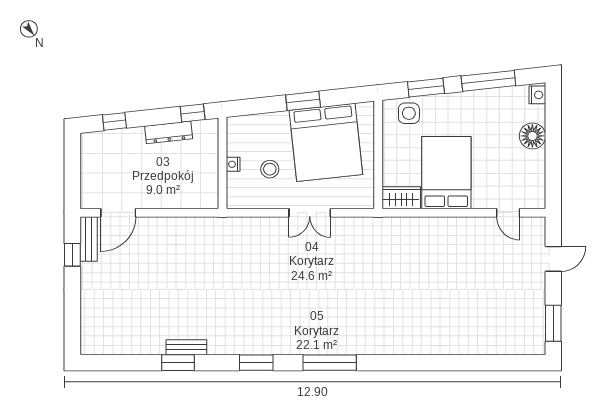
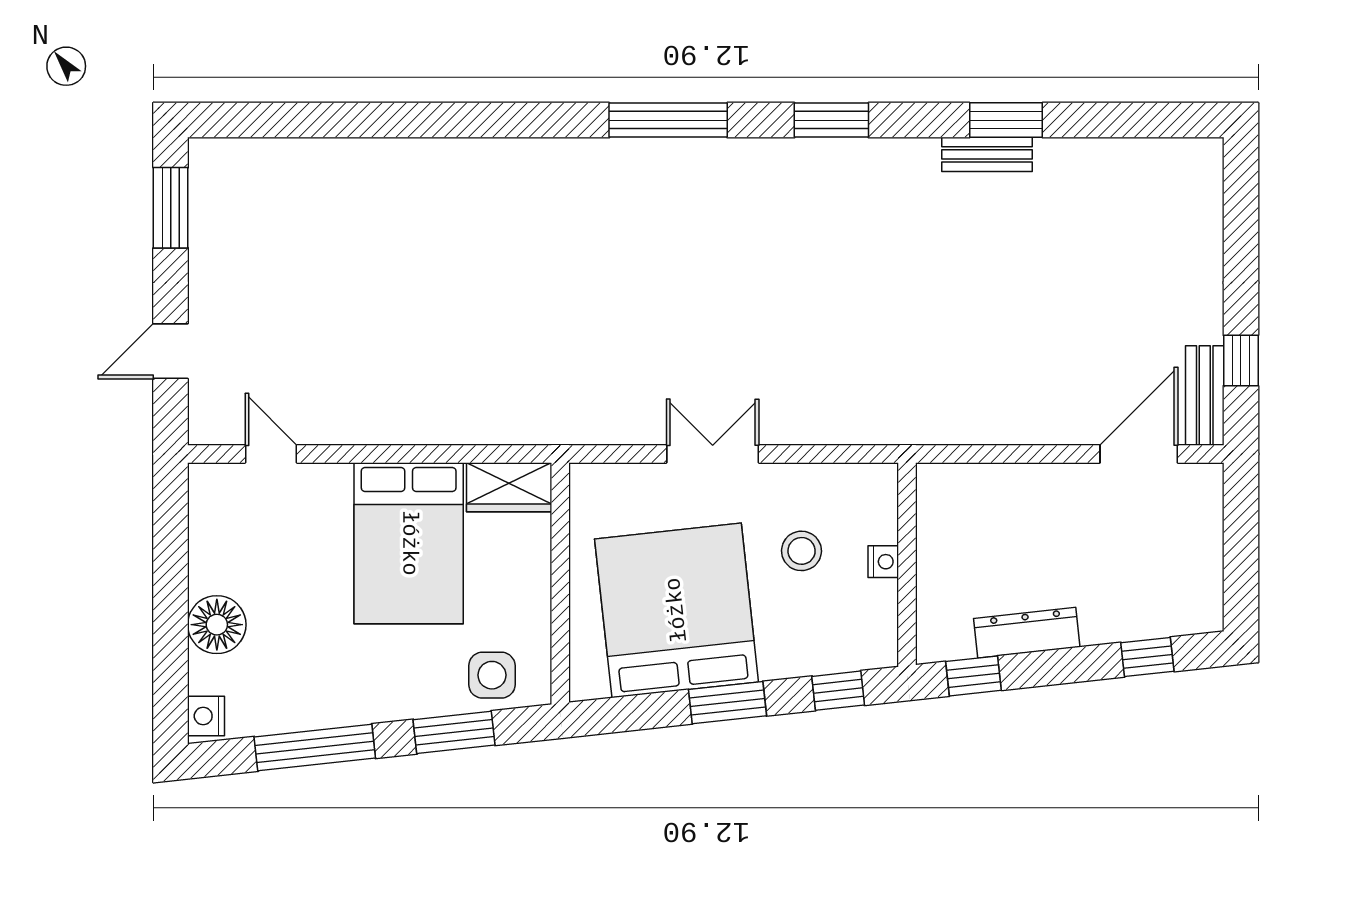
window: (253, 106) -> (838, 691), added

